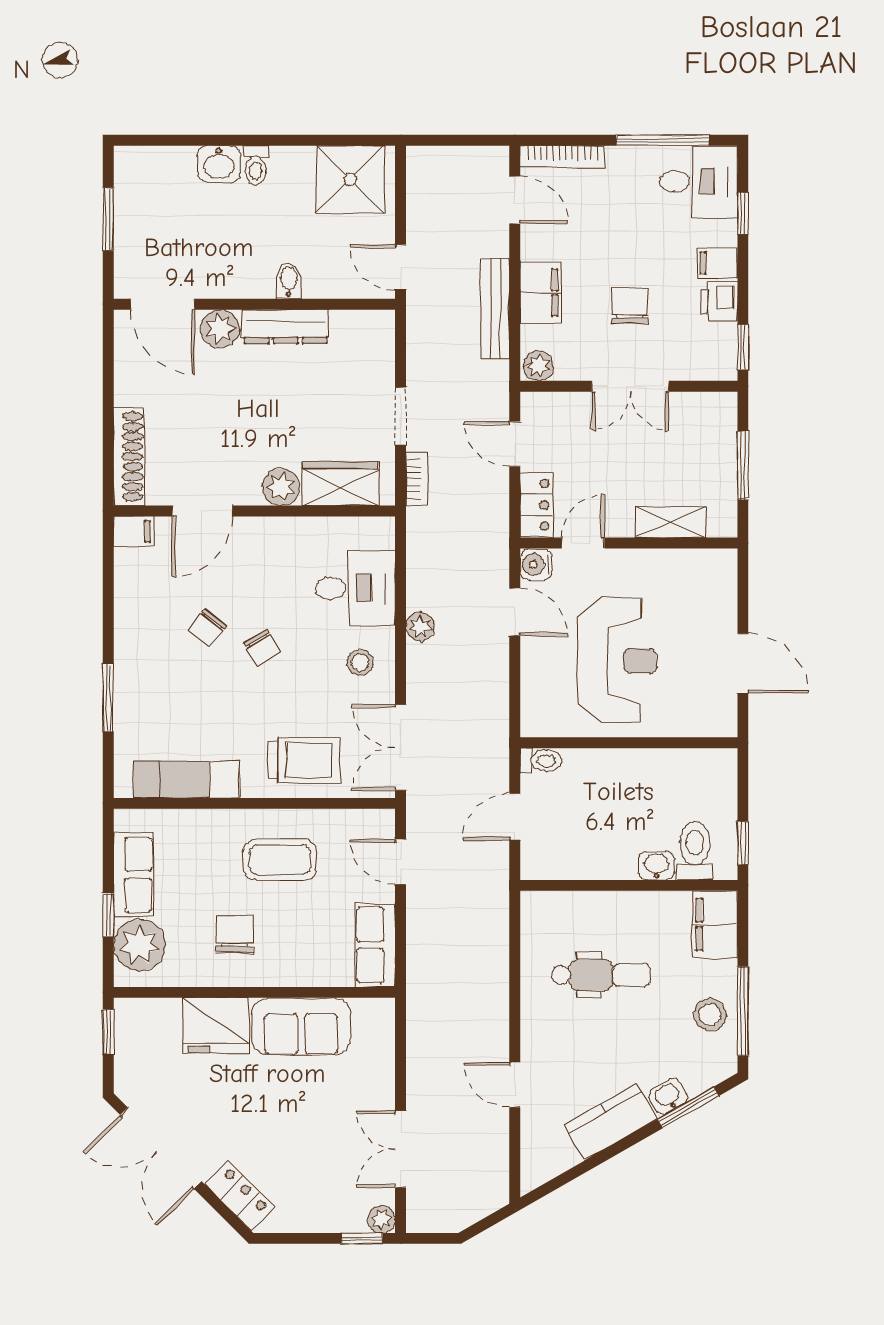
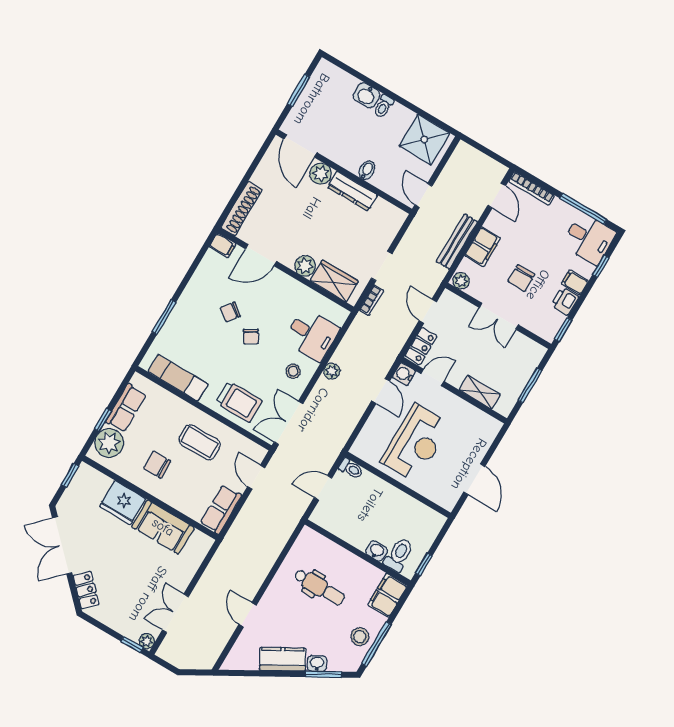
chair: (630, 306) -> (521, 278), turned 180
chair: (234, 934) -> (157, 465), turned -90

